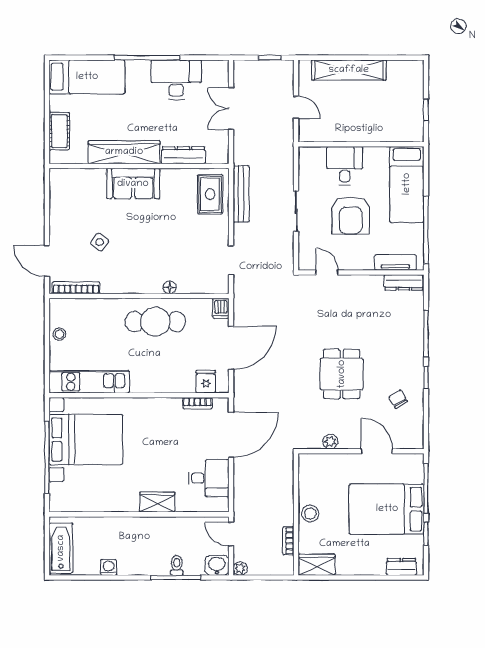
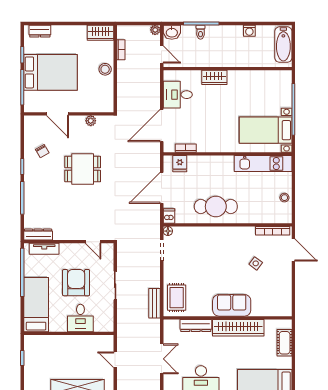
bench: (241, 194) -> (154, 303), width x0.73
floor lamp: (170, 287) -> (168, 231), moved
dining table: (342, 374) -> (83, 169), turned 90
bed with nightstands: (86, 440) -> (266, 130), width x0.73

